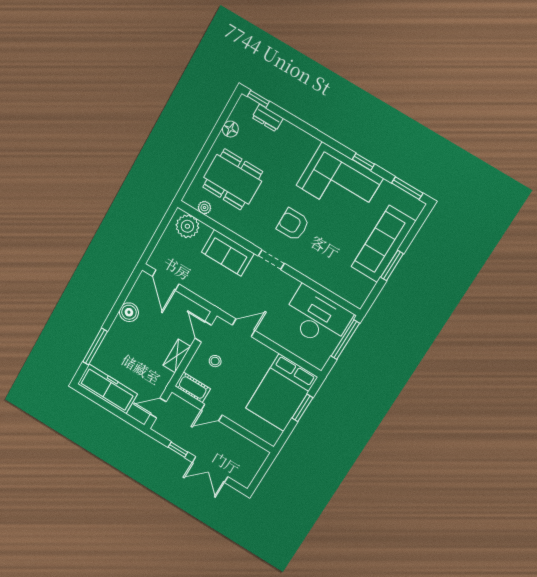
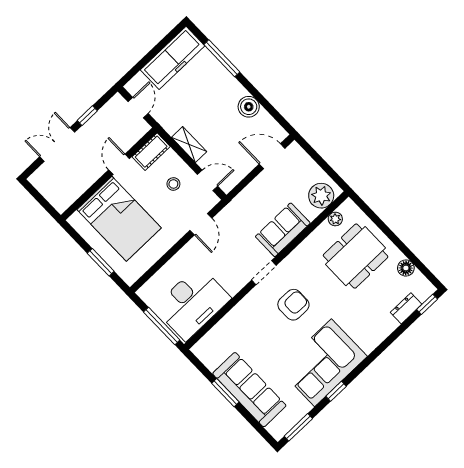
bed: (281, 393) -> (119, 219), moved, turned 180

